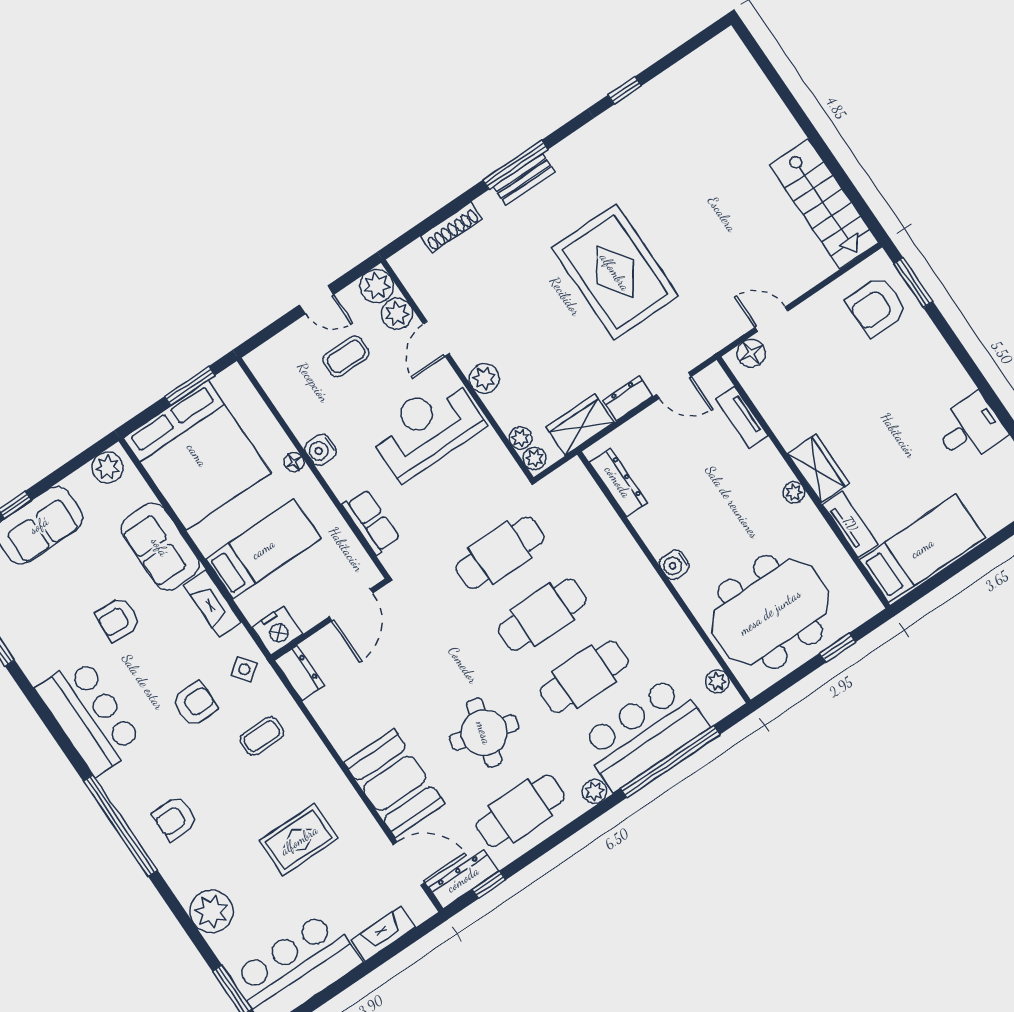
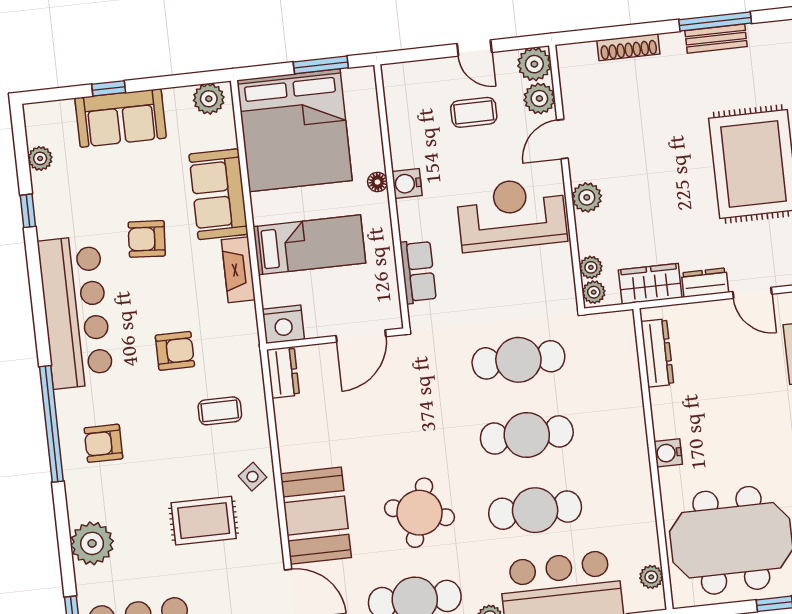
side table: (244, 669) -> (253, 477), moved
bar counter: (90, 716) -> (75, 312), width x1.36

